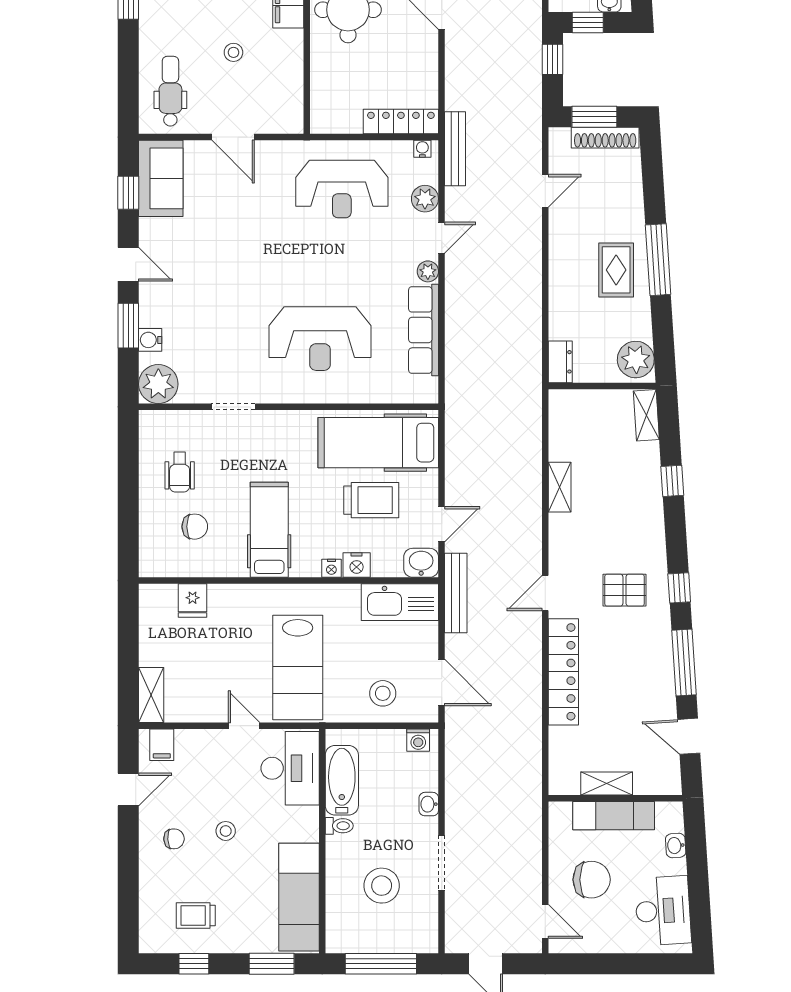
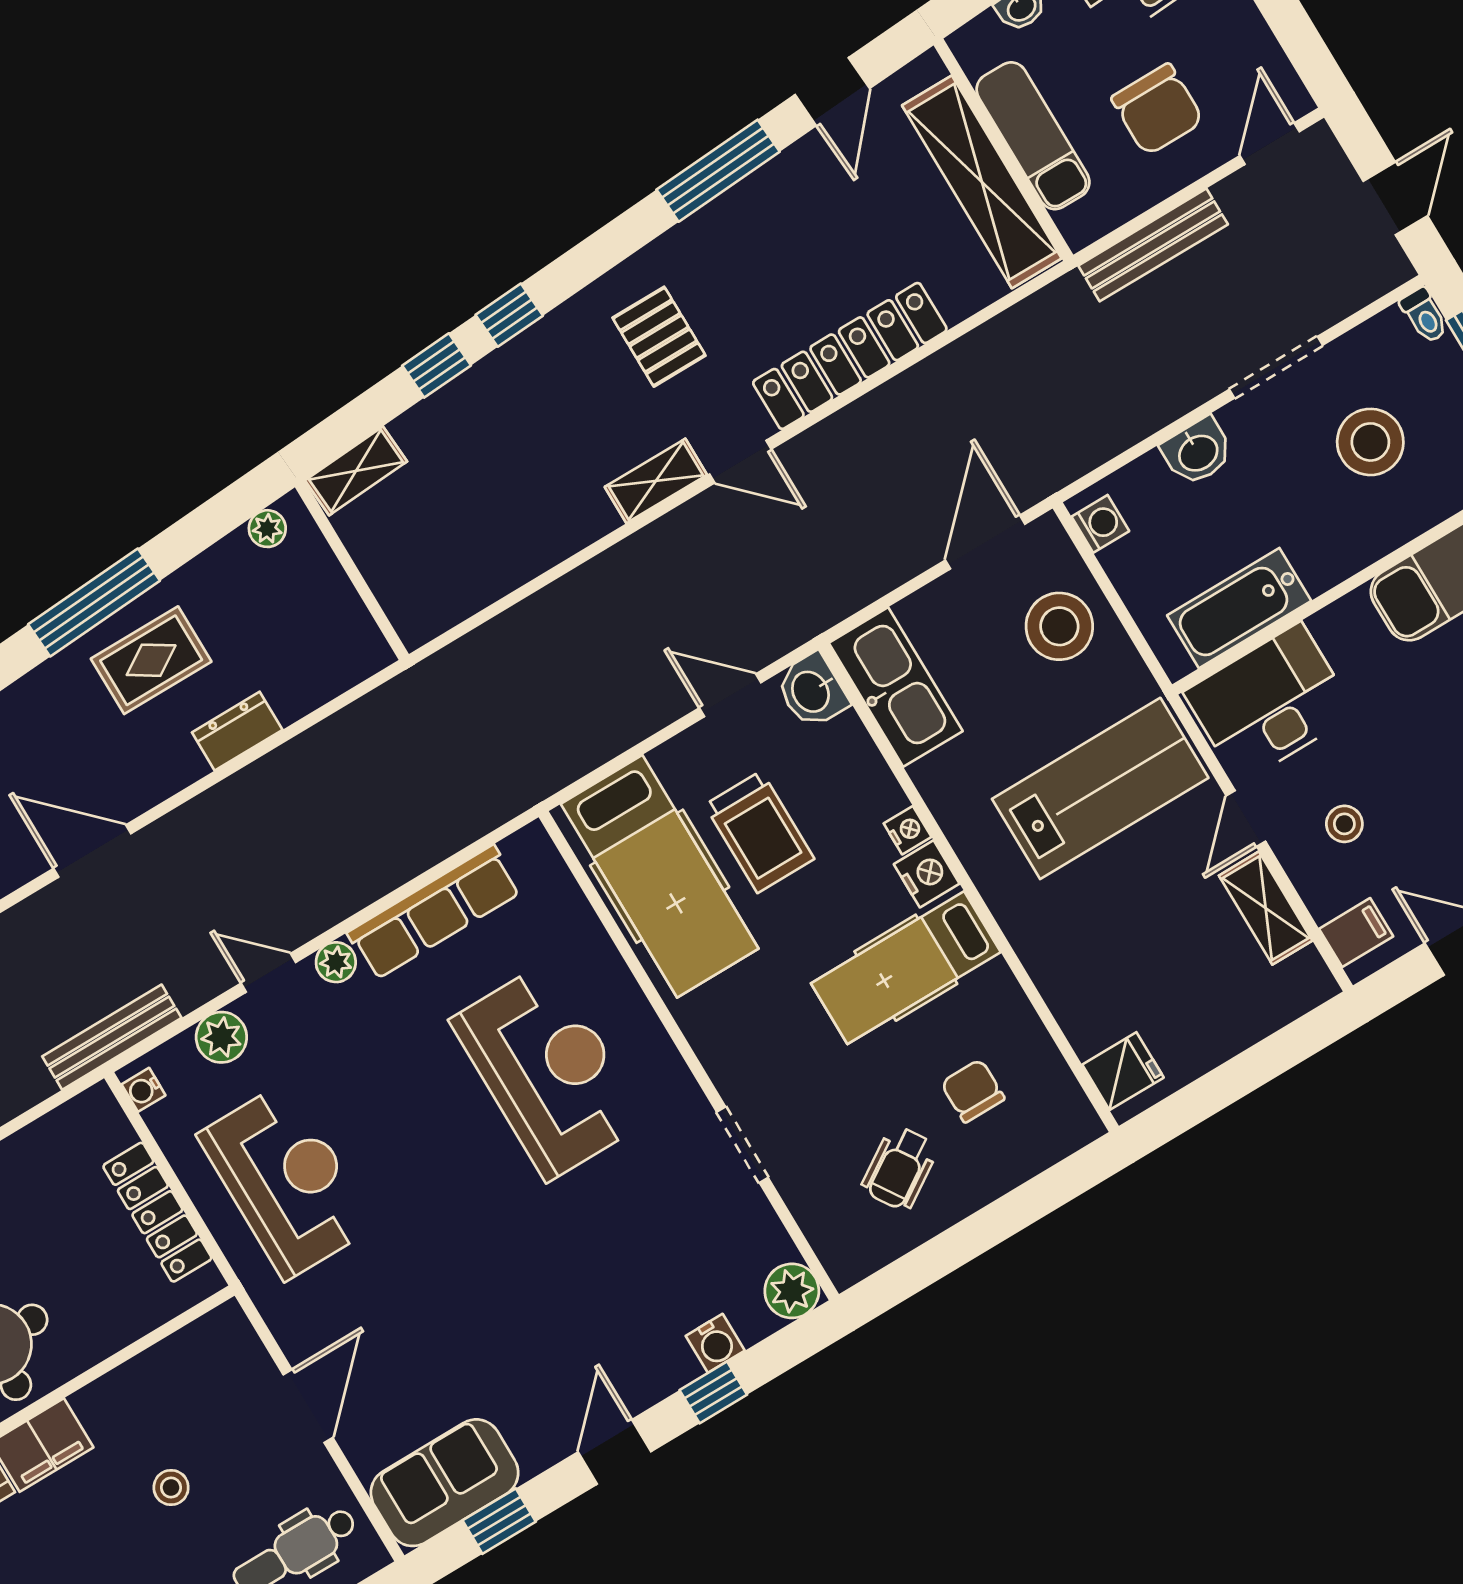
locker: (401, 122) -> (157, 1212), moved
door: (545, 191) -> (92, 851), width x1.38
window: (128, 326) -> (713, 1392), width x0.67
plant: (636, 360) -> (267, 529), width x0.53, depth x0.53
dresser: (560, 362) -> (237, 731), moved
plant: (158, 384) -> (792, 1291), width x0.73, depth x0.73
wheelchair: (180, 472) -> (900, 1168), turned 147
shelving: (560, 487) -> (656, 481), moved
trolley: (371, 500) -> (759, 832), turned 180
nightstand: (357, 565) -> (927, 874), moved
window: (679, 588) -> (509, 315), moved
bench: (456, 593) -> (1153, 245), moved
fridge: (193, 600) -> (1123, 1071), moved
stool: (383, 693) -> (1059, 626), width x1.38, depth x1.38
shelving: (151, 695) -> (1266, 908), moved, turned 90
shelving: (607, 784) -> (982, 182), width x2.20, depth x1.33
washbasin: (429, 804) -> (1197, 452), width x1.38, depth x1.45
toilet: (339, 826) -> (1424, 315), moved, turned 180
stool: (226, 831) -> (1344, 824), moved
chair: (592, 880) -> (1157, 109), turned 180

